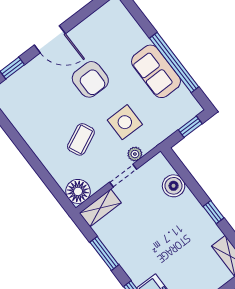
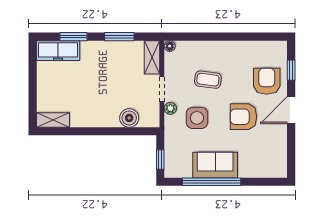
armchair: (40, 83) -> (267, 81), added
coffee table: (81, 139) -> (208, 80), turned -58
floor lamp: (78, 191) -> (170, 46), width x0.53, depth x0.53
window: (214, 212) -> (91, 131), removed

